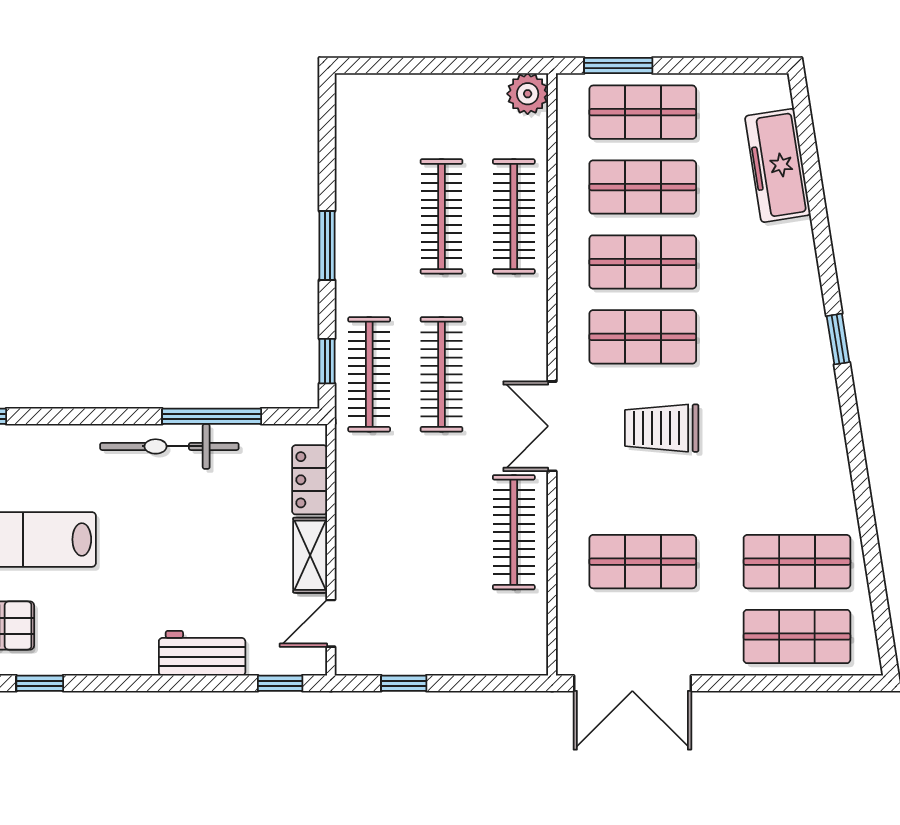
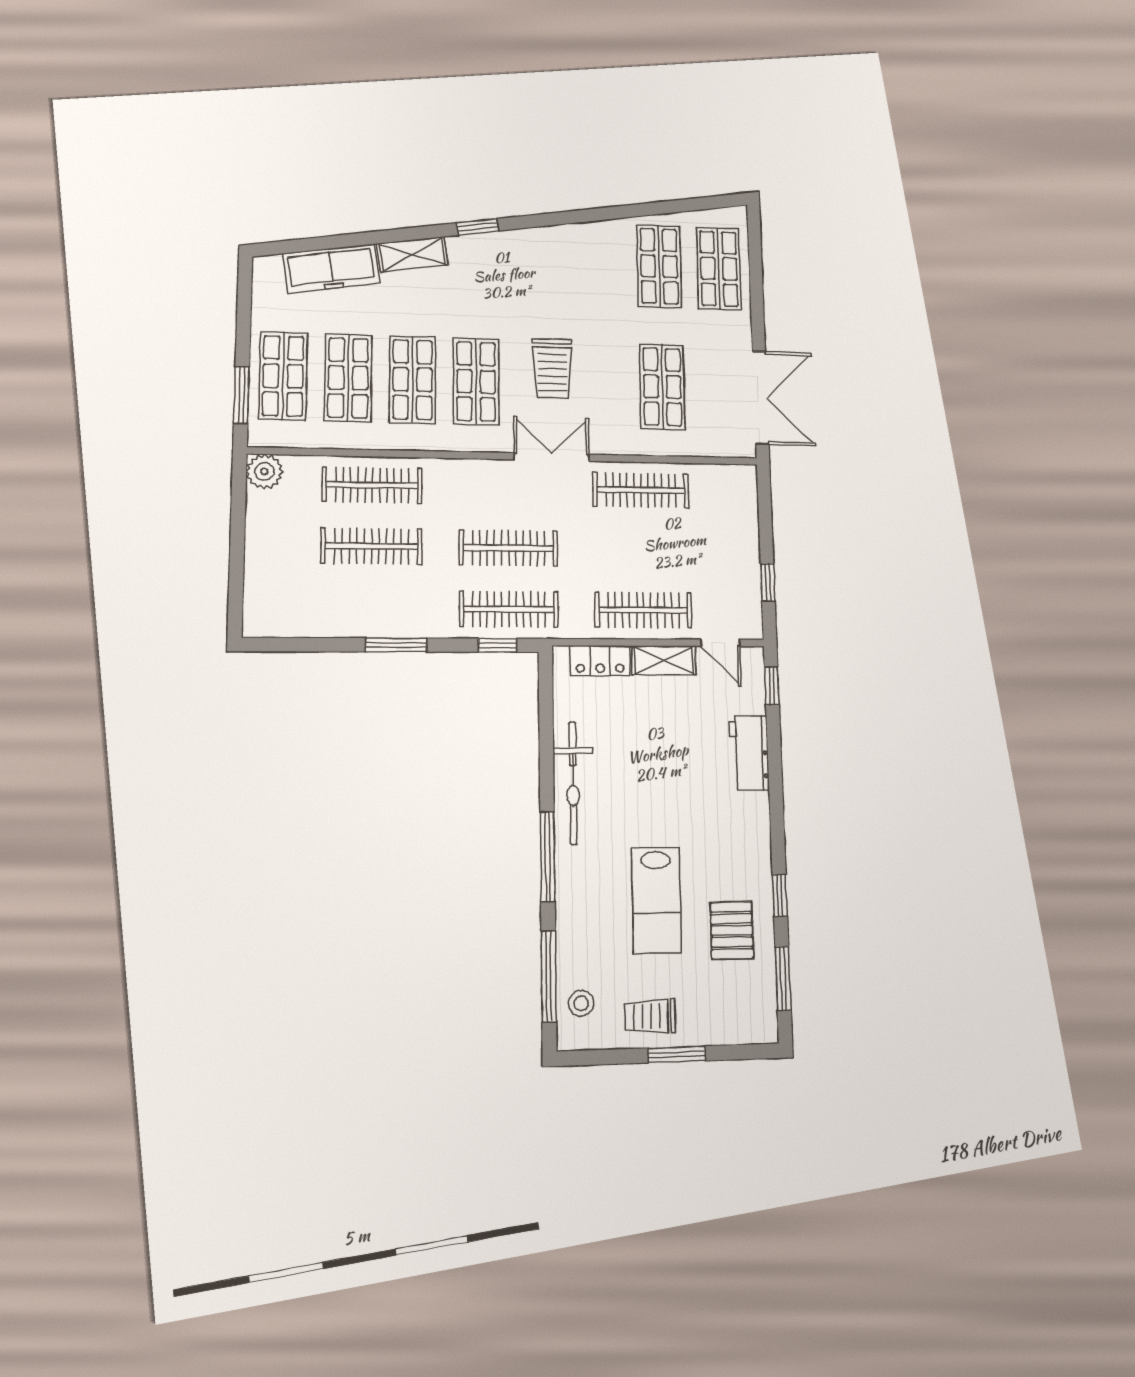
shelving: (800, 261) -> (412, 254), added
window: (212, 416) -> (547, 857), moved
double door: (552, 426) -> (552, 457), swing flipped
clothes rail: (369, 532) -> (643, 610), added

